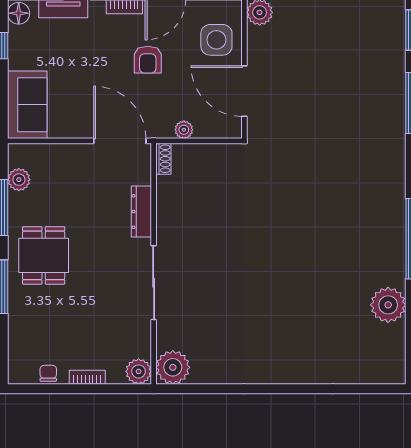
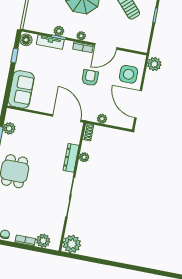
armchair: (148, 60) -> (90, 78), turned 180
plant: (165, 206) -> (84, 157), added
plant: (139, 371) -> (43, 241), moved

